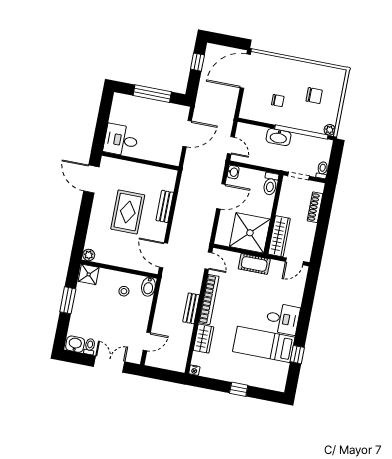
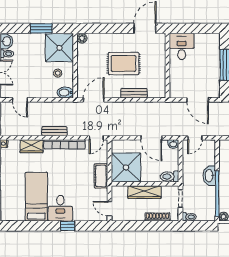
wardrobe: (279, 236) -> (144, 192), moved
shower: (89, 274) -> (59, 48), width x1.86, depth x1.86
window: (297, 355) -> (68, 226), moved

